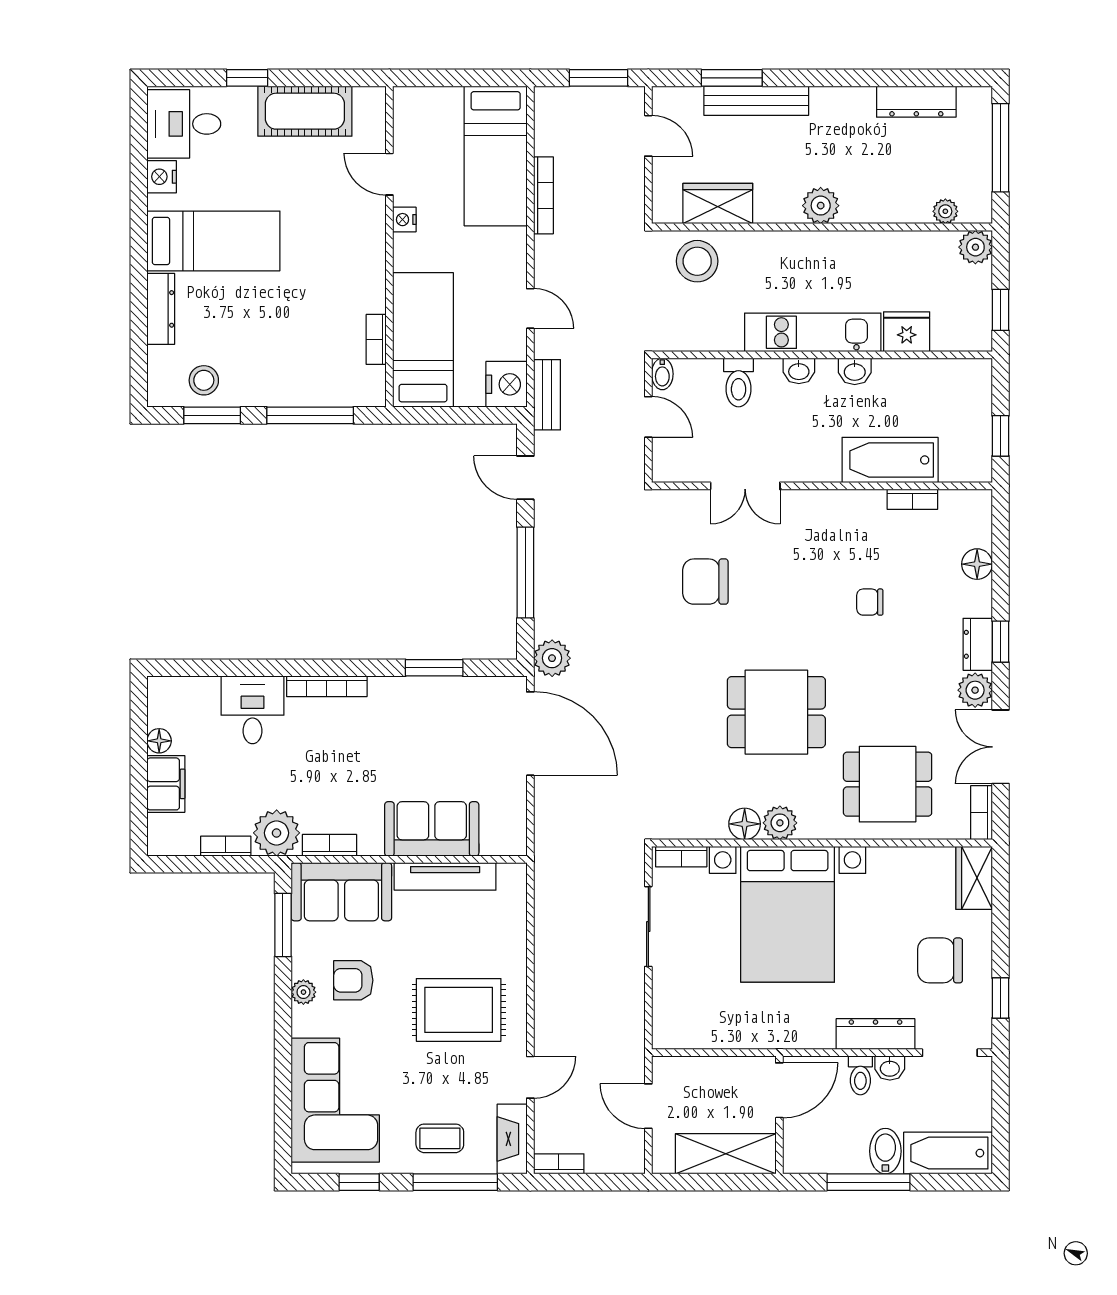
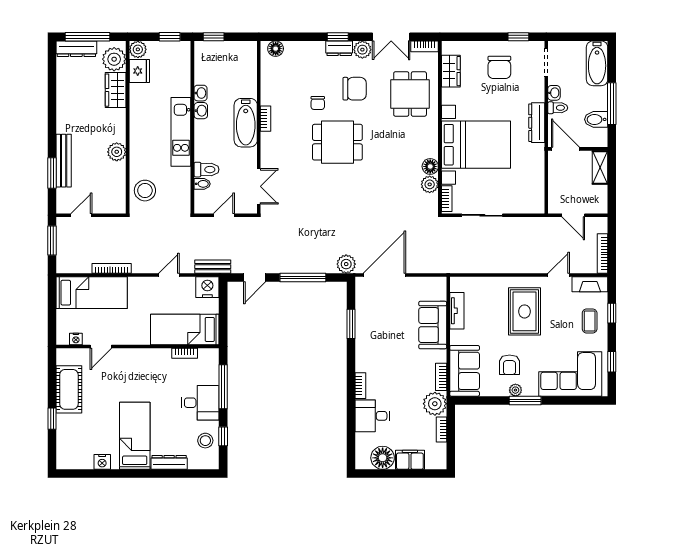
dresser: (916, 102) -> (76, 49), moved, turned 90
desk: (184, 124) -> (200, 403), moved, turned -90
wardrobe: (718, 204) -> (116, 90), moved
plant: (821, 206) -> (117, 152), moved
plant: (945, 211) -> (114, 59), width x1.88, depth x1.88
nightstand: (404, 220) -> (76, 339), moved
fridge: (907, 332) -> (139, 71), moved, turned 180
washbasin: (799, 371) -> (201, 93), moved
bidet: (662, 374) -> (202, 184), moved
window: (212, 415) -> (223, 436), width x0.67
window: (1001, 436) -> (214, 37), moved
bathtub: (890, 460) -> (246, 123), moved
double door: (745, 486) -> (259, 186), moved
bookcase: (912, 499) -> (266, 119), moved
floor lamp: (977, 564) -> (276, 49), moved
chair: (705, 582) -> (355, 89), moved, turned -90
bookcase: (327, 686) -> (360, 386), width x0.64
dining table: (776, 712) -> (337, 142), moved, turned 90
floor lamp: (159, 741) -> (383, 458), width x1.89, depth x1.89
plant: (780, 823) -> (430, 184), moved
tv unit: (445, 876) -> (457, 311), width x0.71
wardrobe: (974, 878) -> (451, 71), moved, turned -90
window: (283, 925) -> (525, 400), moved
dresser: (876, 1034) -> (537, 123), moved
door: (530, 1077) -> (559, 275), hinge flipped
door: (648, 1106) -> (573, 215), hinge flipped
bidet: (885, 1151) -> (596, 119), moved
shelving: (726, 1154) -> (600, 167), width x0.67, depth x0.75
bookcase: (559, 1164) -> (603, 253), width x1.56
window: (455, 1182) -> (612, 313), width x0.46

